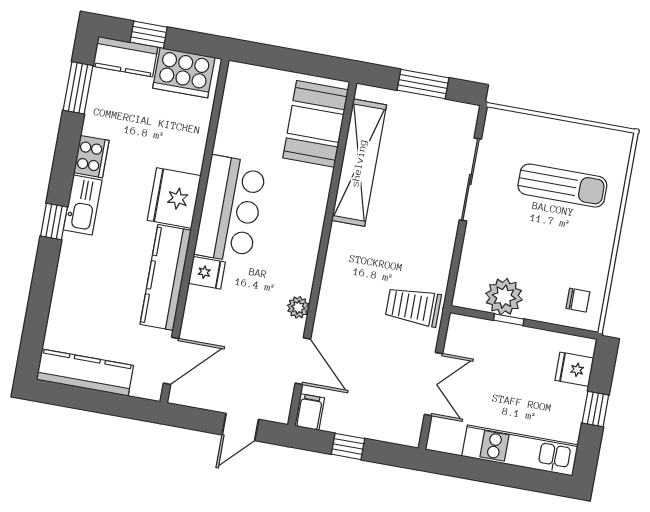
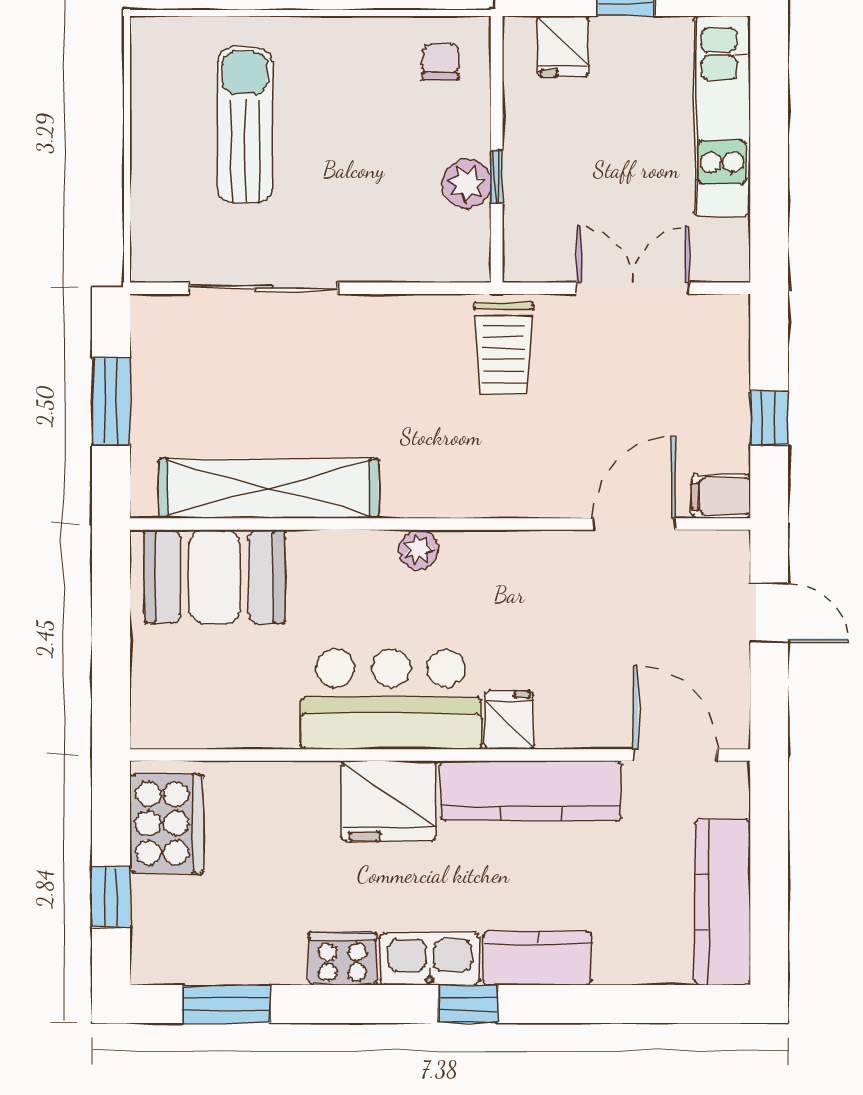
kitchen counter: (125, 57) -> (537, 958), moved, turned -90
plant: (504, 297) -> (467, 184), width x0.73, depth x0.73
plant: (298, 307) -> (419, 549), moved

